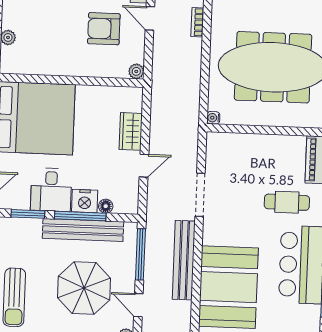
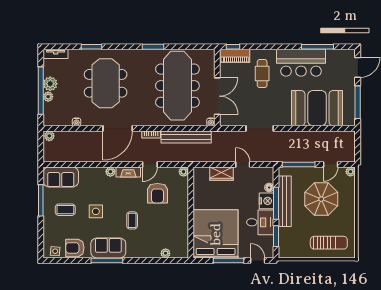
double door: (254, 130) -> (217, 96), added
bench: (184, 260) -> (186, 137), moved

